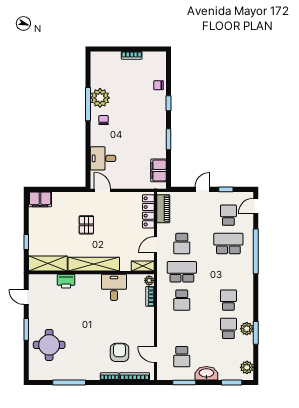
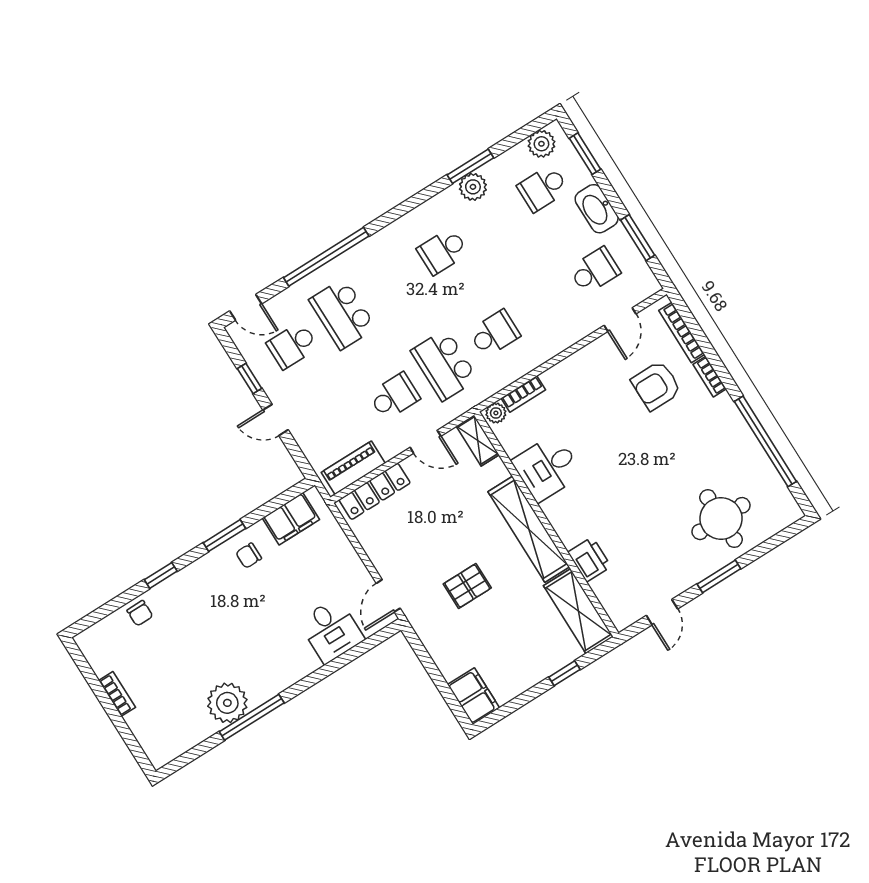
chair: (104, 120) -> (249, 556), moved
school desk: (228, 328) -> (543, 188), moved
window: (69, 383) -> (765, 441), width x1.46

